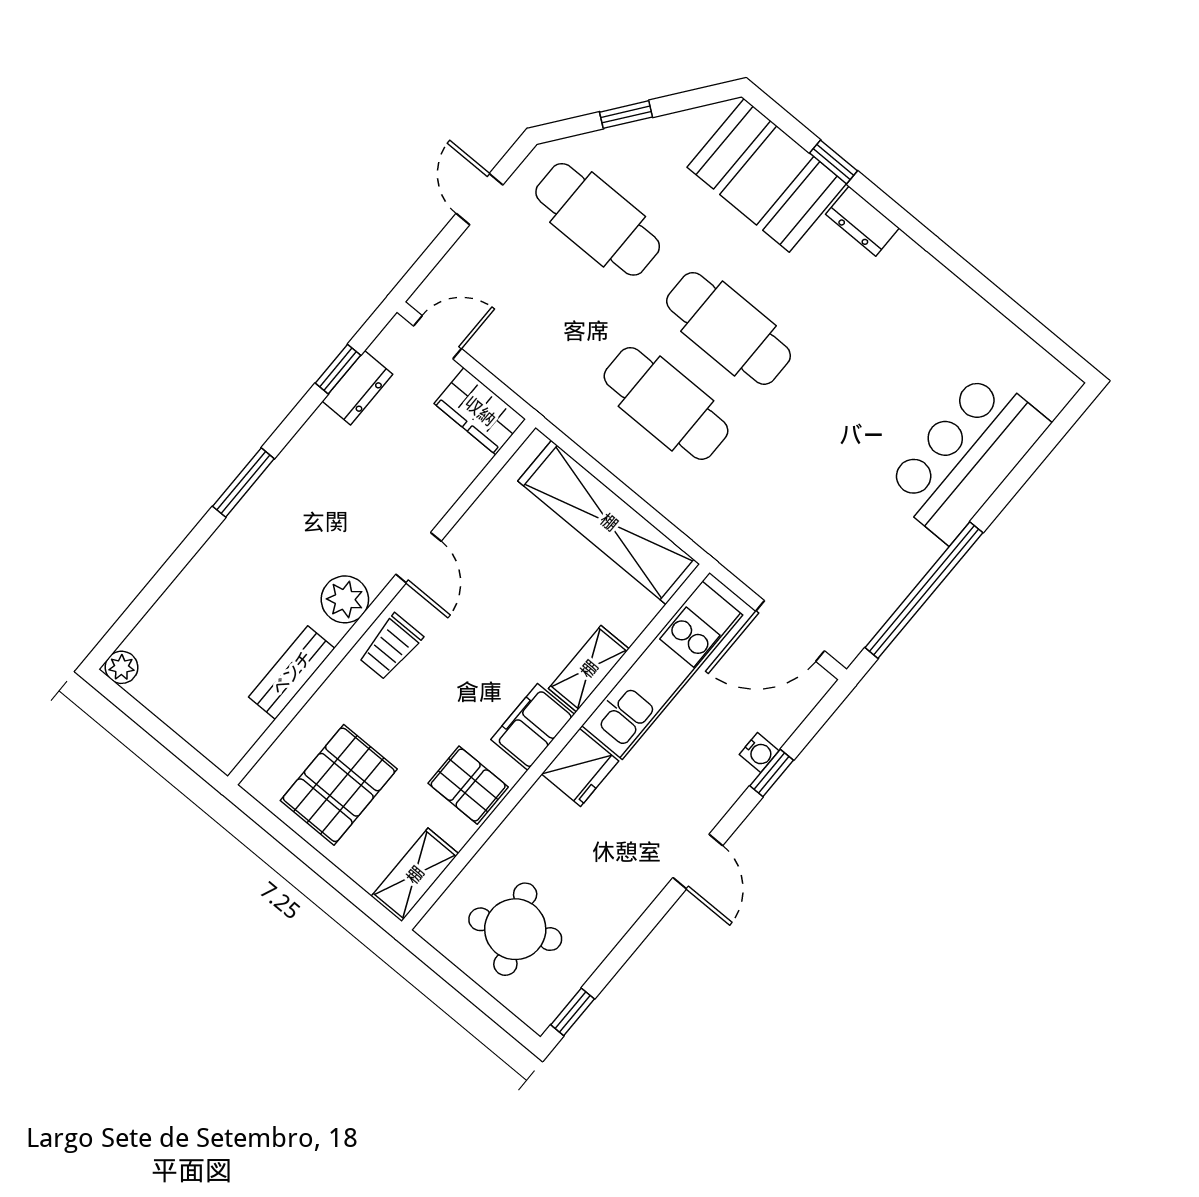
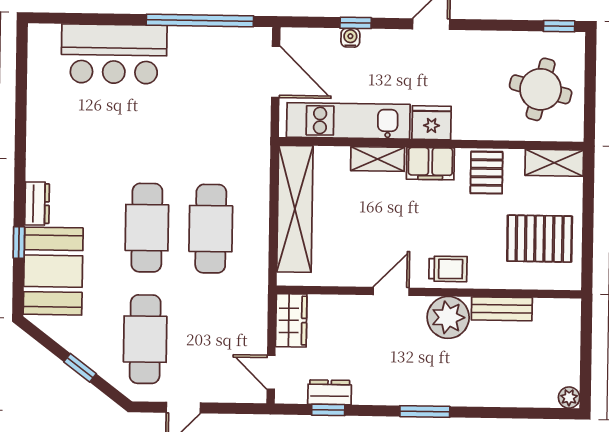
plant: (345, 599) -> (448, 317), width x1.36, depth x1.36
round table: (515, 929) -> (541, 89), turned 38

